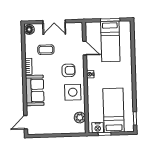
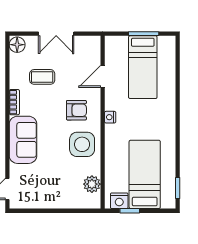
door: (85, 48) -> (103, 76), swing flipped

